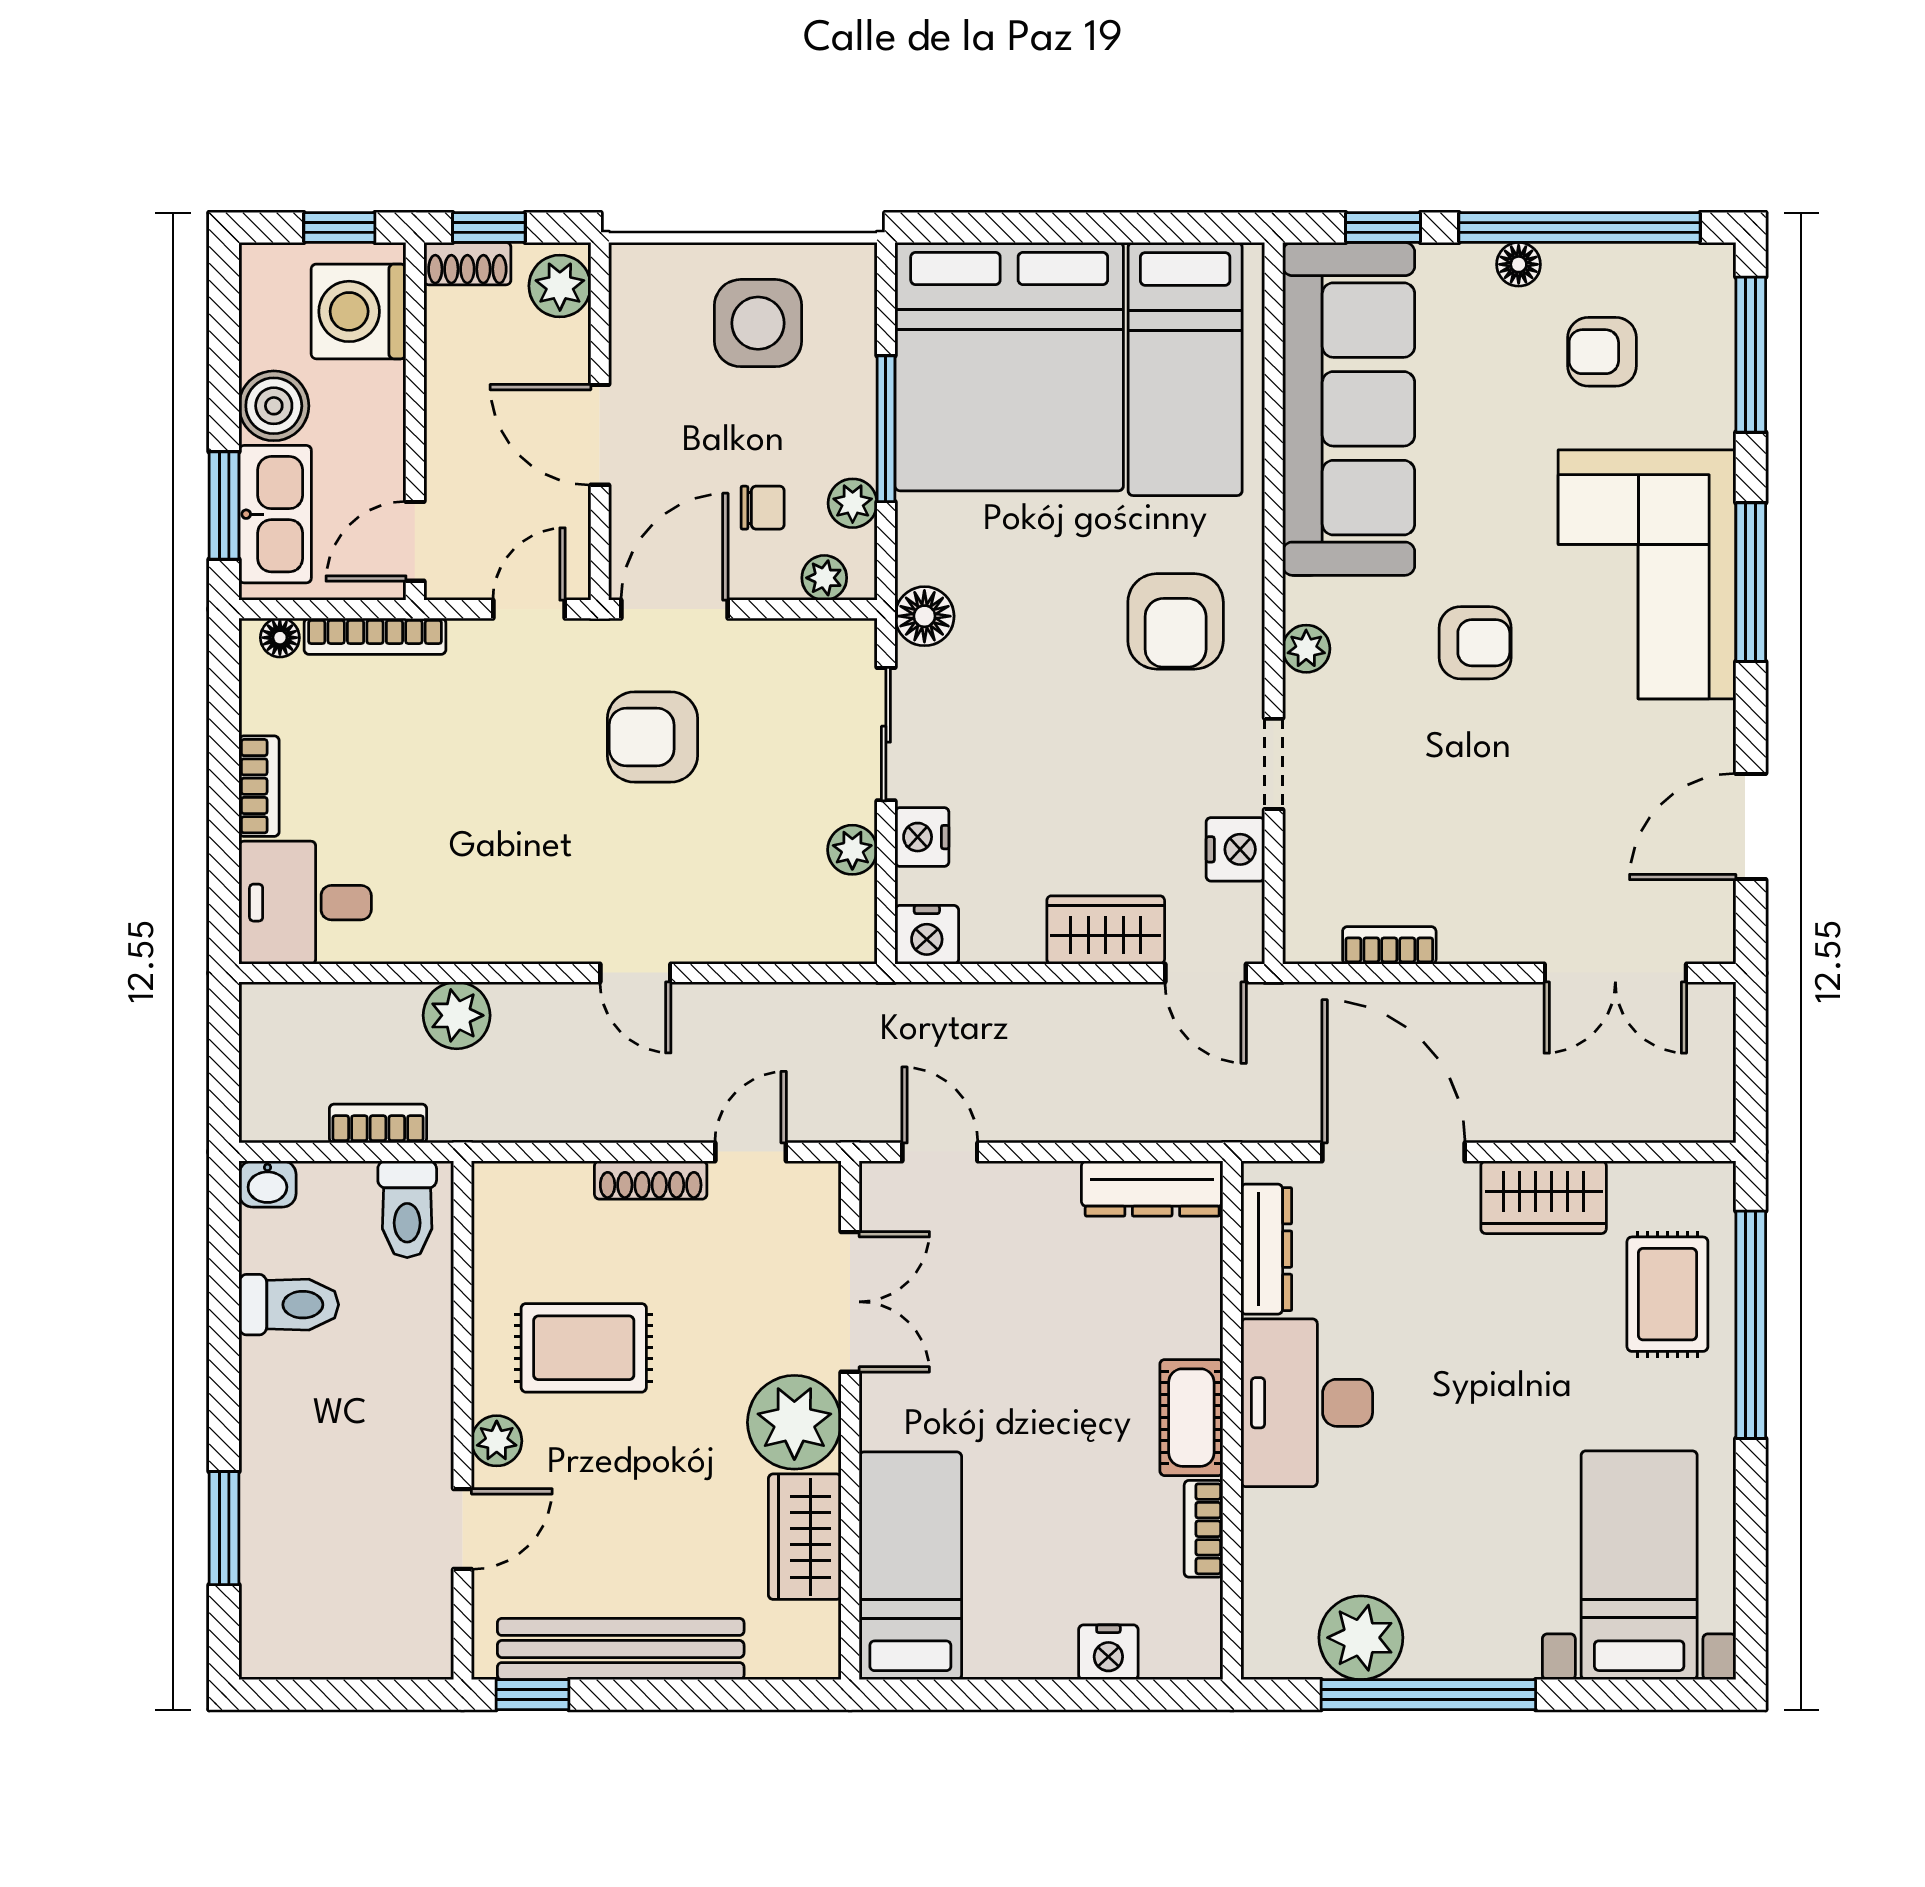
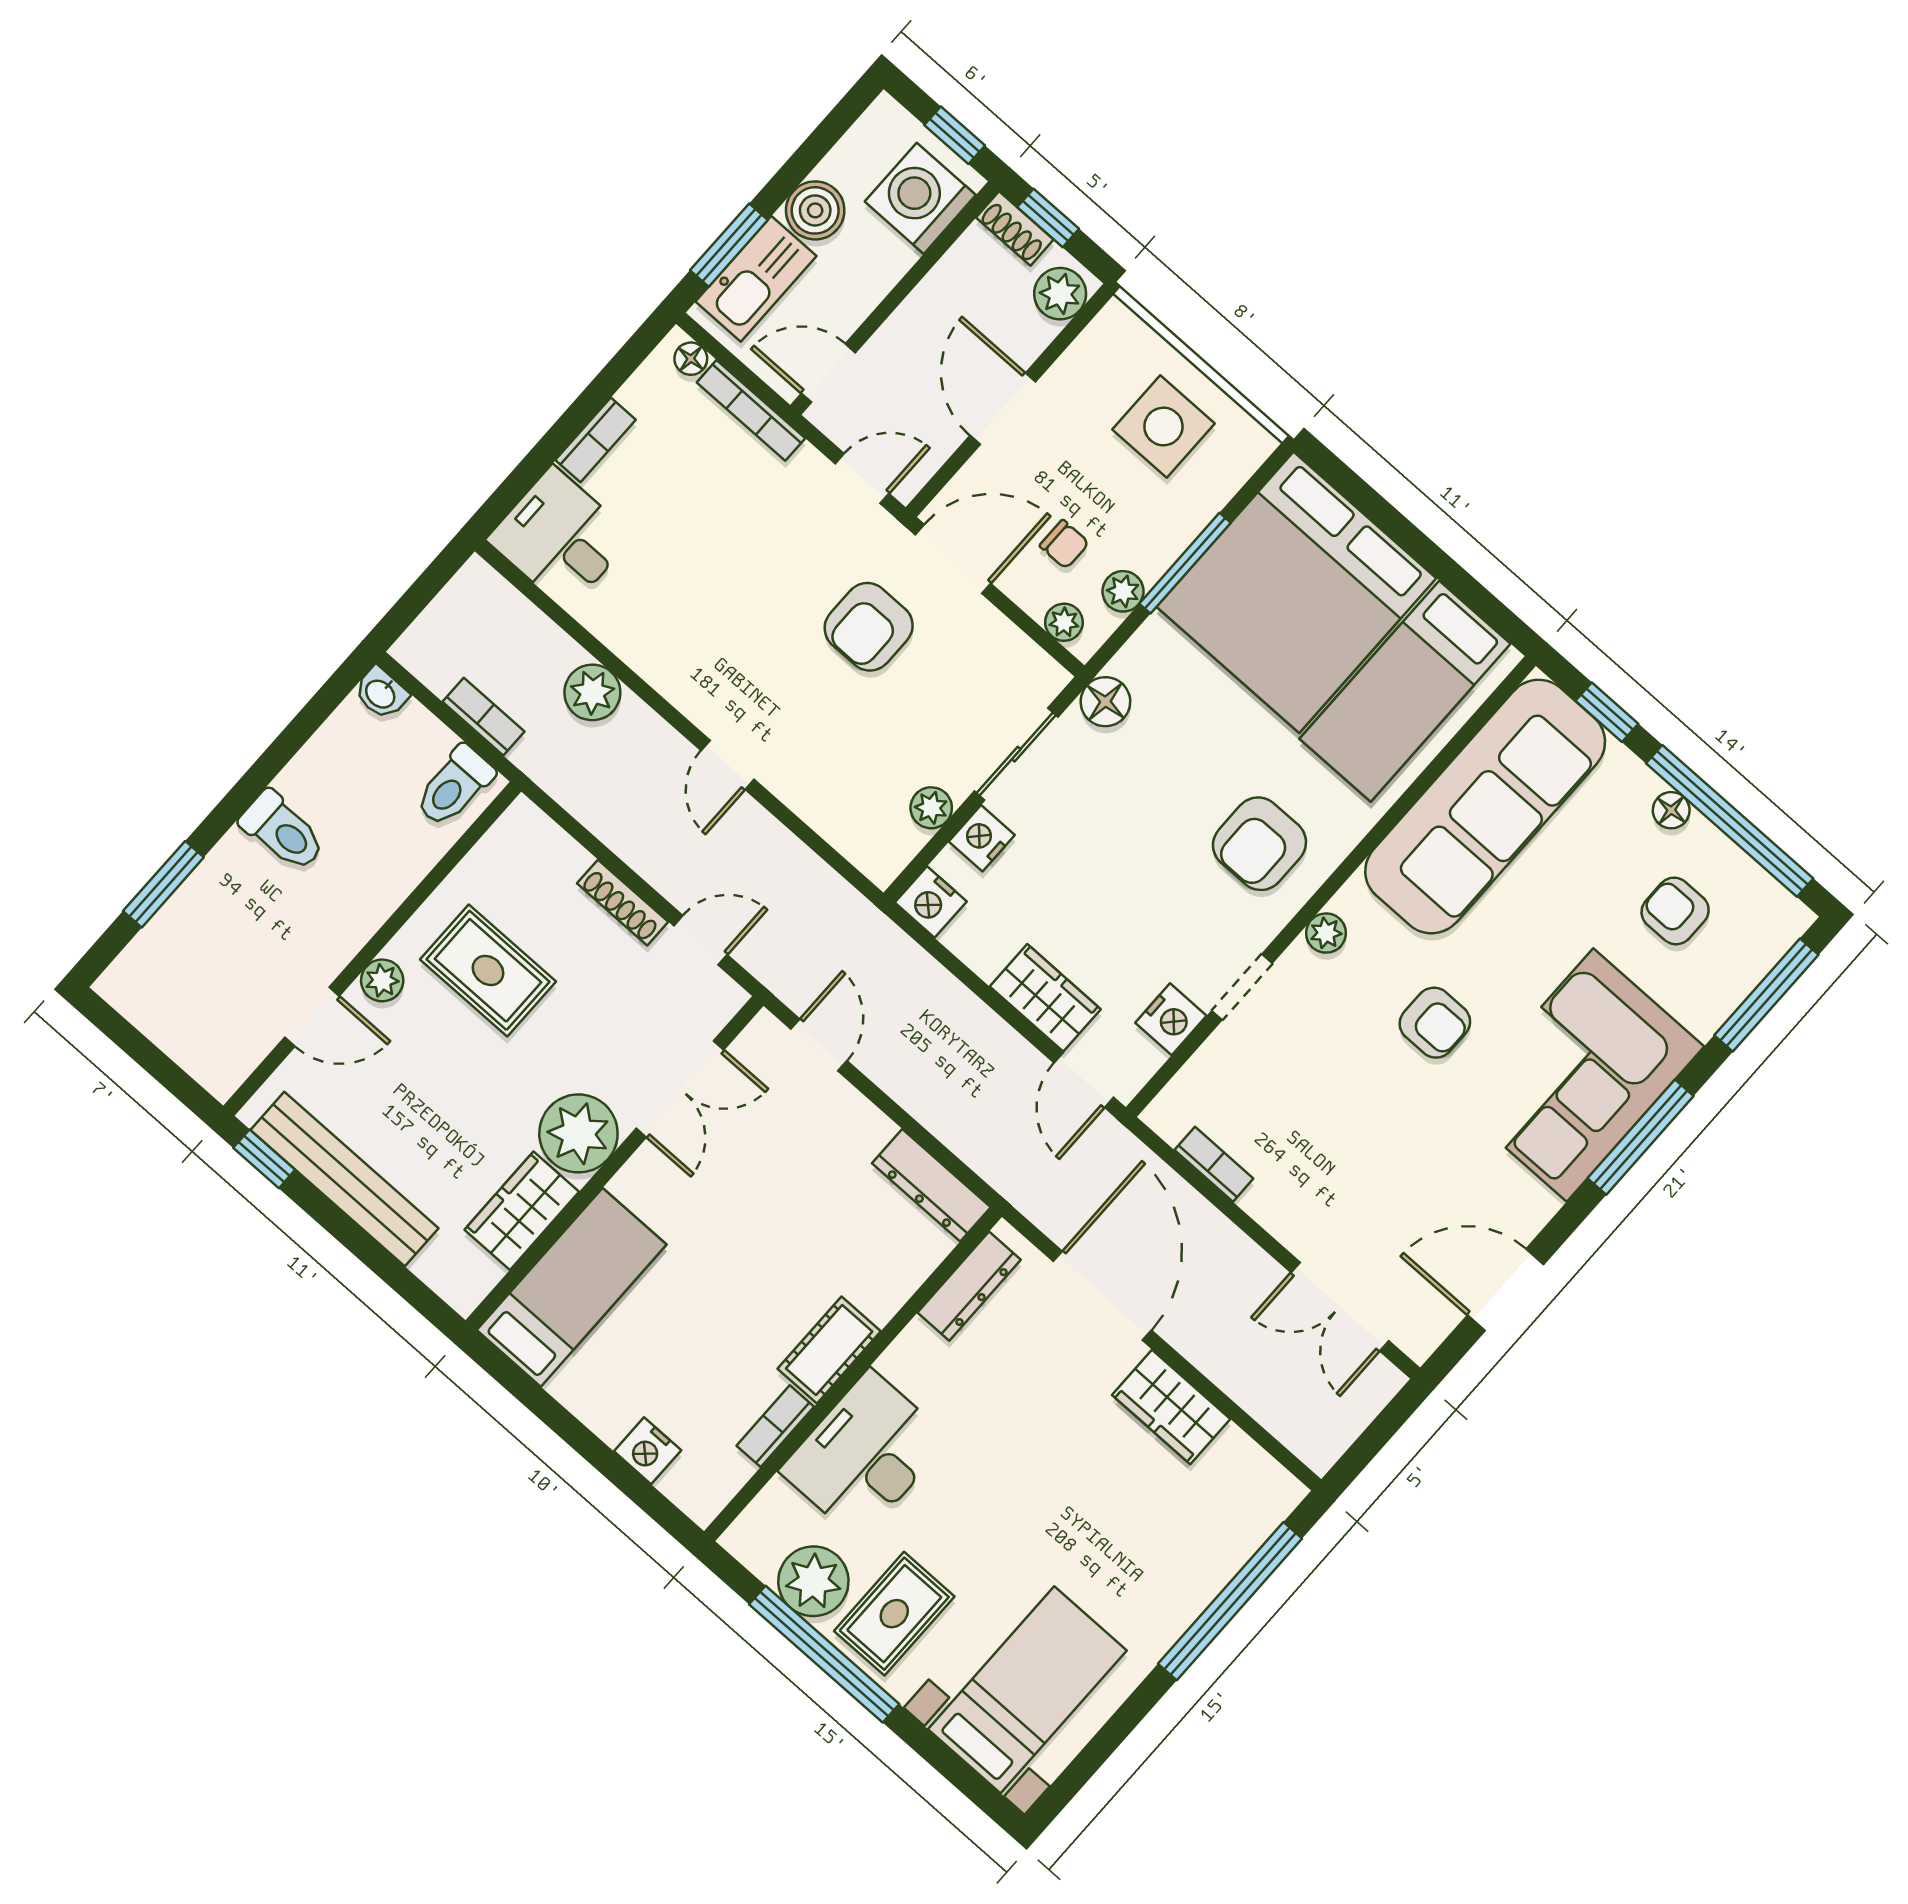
armchair: (652, 737) -> (869, 627), turned -90
rug: (1667, 1294) -> (894, 1614), moved
toilet: (289, 1305) -> (283, 831), moved
desk: (1307, 1403) -> (865, 1455), moved

